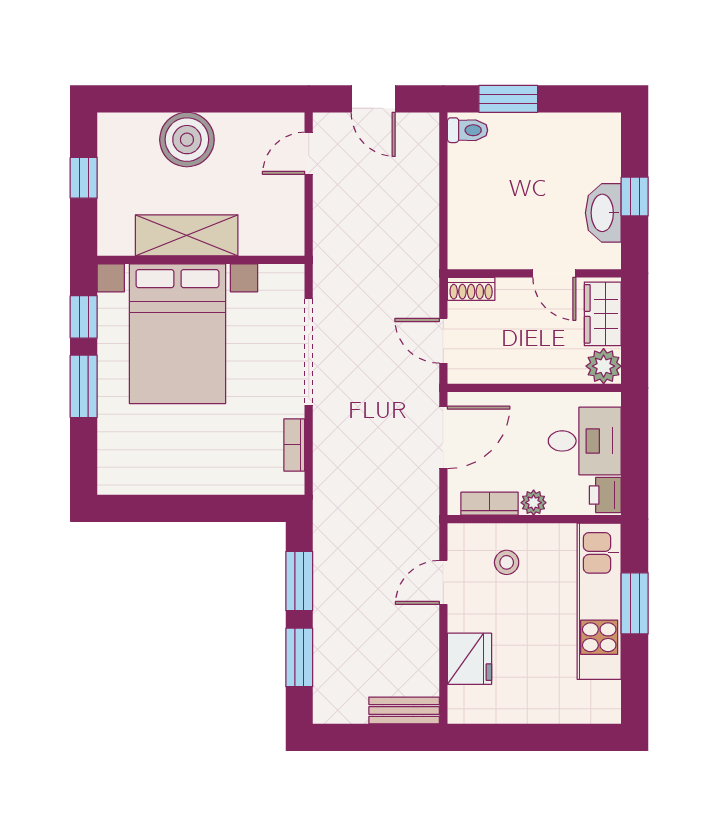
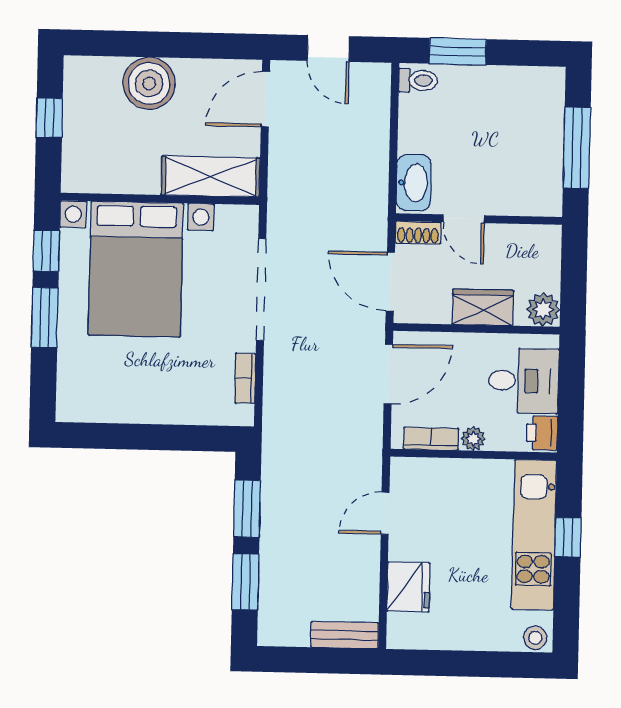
door: (309, 153) -> (265, 99), width x1.38
window: (635, 197) -> (577, 148), width x2.17
washbasin: (603, 213) -> (414, 183), moved, turned 180
shelving: (187, 235) -> (211, 177), moved
door: (554, 273) -> (464, 219), moved
wardrobe: (603, 314) -> (483, 307), moved, turned 90
door: (443, 341) -> (390, 282), width x1.38
stool: (507, 562) -> (535, 638), moved
window: (635, 603) -> (568, 537), width x0.67

